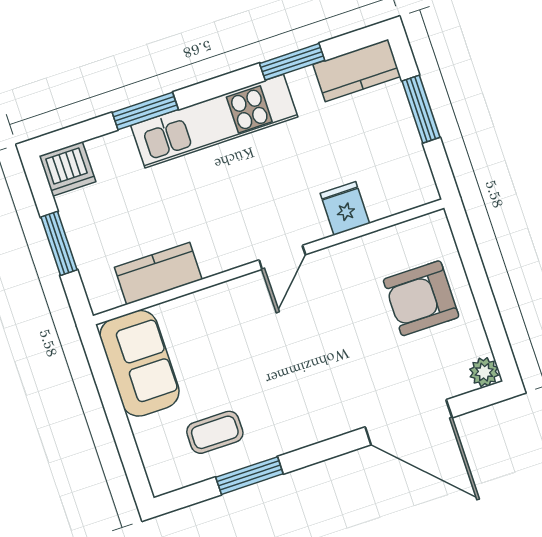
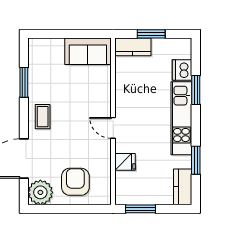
window: (421, 109) -> (141, 209), moved
dishwasher: (67, 169) -> (182, 70), moved
kitchen counter: (158, 273) -> (133, 47), moved, turned 90
plant: (484, 372) -> (40, 192), width x1.87, depth x1.87
coffee table: (215, 432) -> (43, 117), moved

